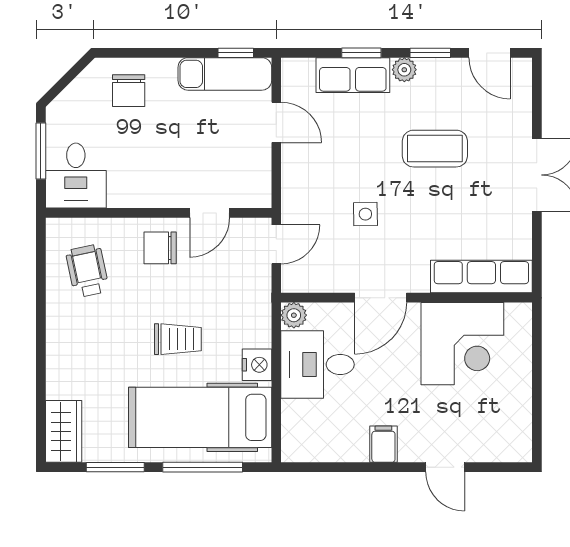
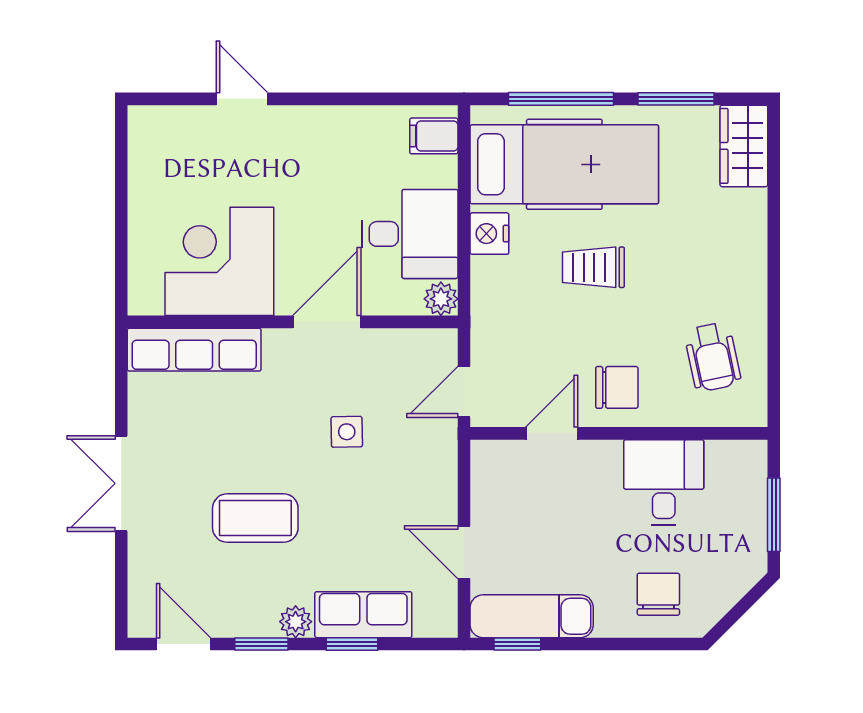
desk: (76, 176) -> (664, 483), moved
filing cabinet: (383, 444) -> (434, 136), moved, turned 90

